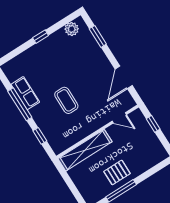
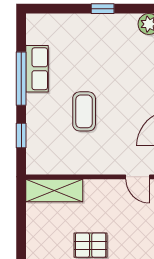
shelving: (85, 150) -> (54, 190), width x0.68

